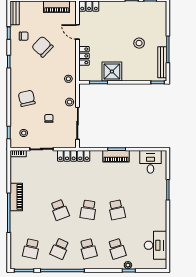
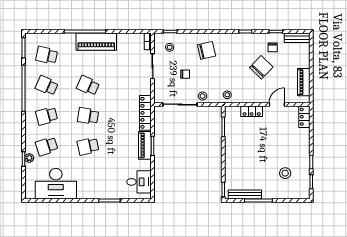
stool: (139, 43) -> (285, 173), moved
shower: (112, 71) -> (235, 141), removed
locker: (74, 156) -> (145, 113), moved
piano: (16, 197) -> (96, 42), width x1.37, depth x1.33
school desk: (60, 210) -> (88, 86), turned 45
desk: (155, 245) -> (56, 184), width x1.36, depth x1.30

